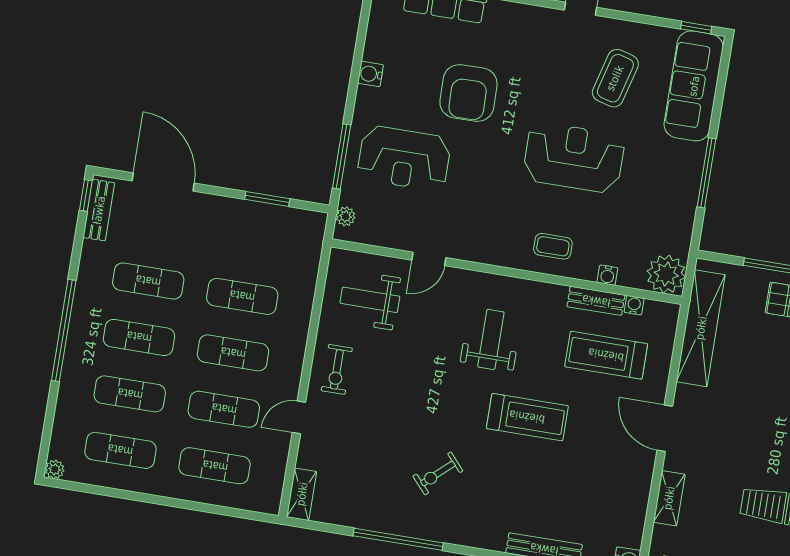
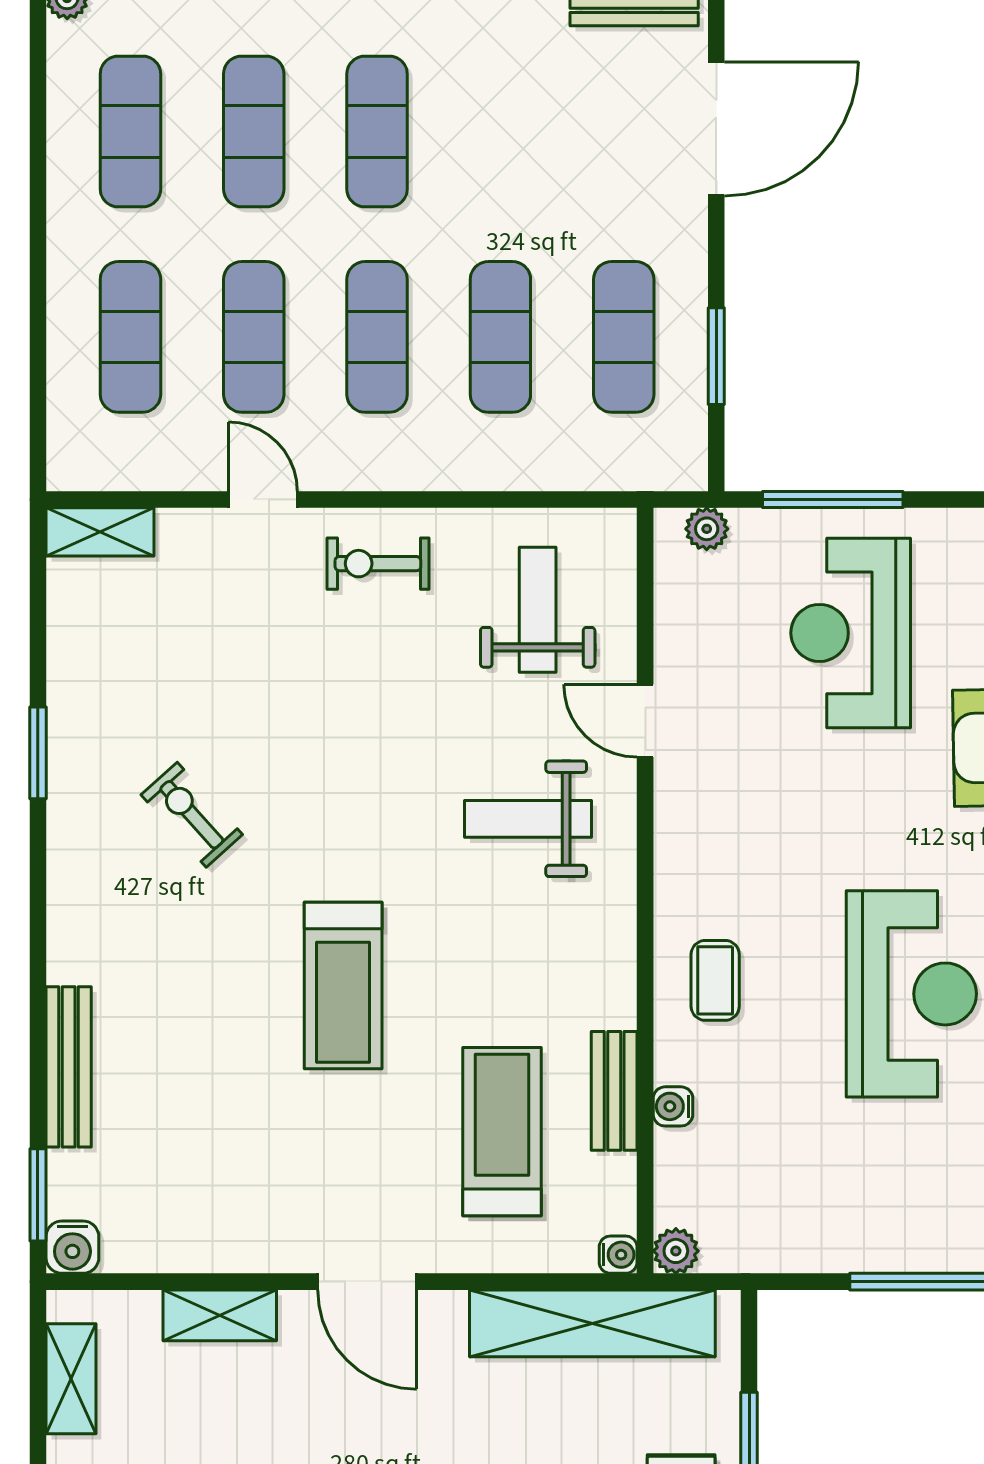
plant: (666, 274) -> (676, 1251), width x0.53, depth x0.53
exercise mat: (148, 281) -> (624, 337), moved
water cooler: (634, 305) -> (618, 1255), moved
weight bench: (491, 339) -> (528, 819), moved, turned 180
door: (665, 428) -> (367, 1282), swing flipped
window: (398, 539) -> (38, 753), width x0.47

